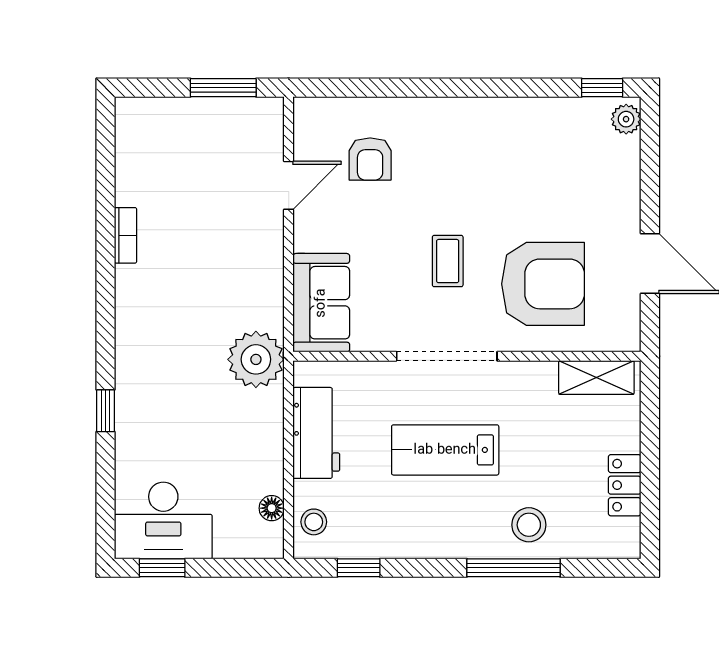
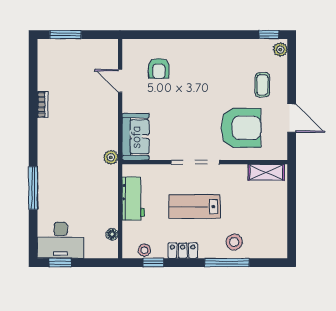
window: (223, 88) -> (65, 35), moved
door: (289, 185) -> (120, 81), swing flipped
coffee table: (448, 261) -> (262, 85), moved
plant: (256, 359) -> (111, 157), width x0.53, depth x0.53
window: (105, 411) -> (33, 188), width x2.17
locker: (625, 485) -> (183, 251), moved, turned 90
stool: (314, 522) -> (144, 250), moved

